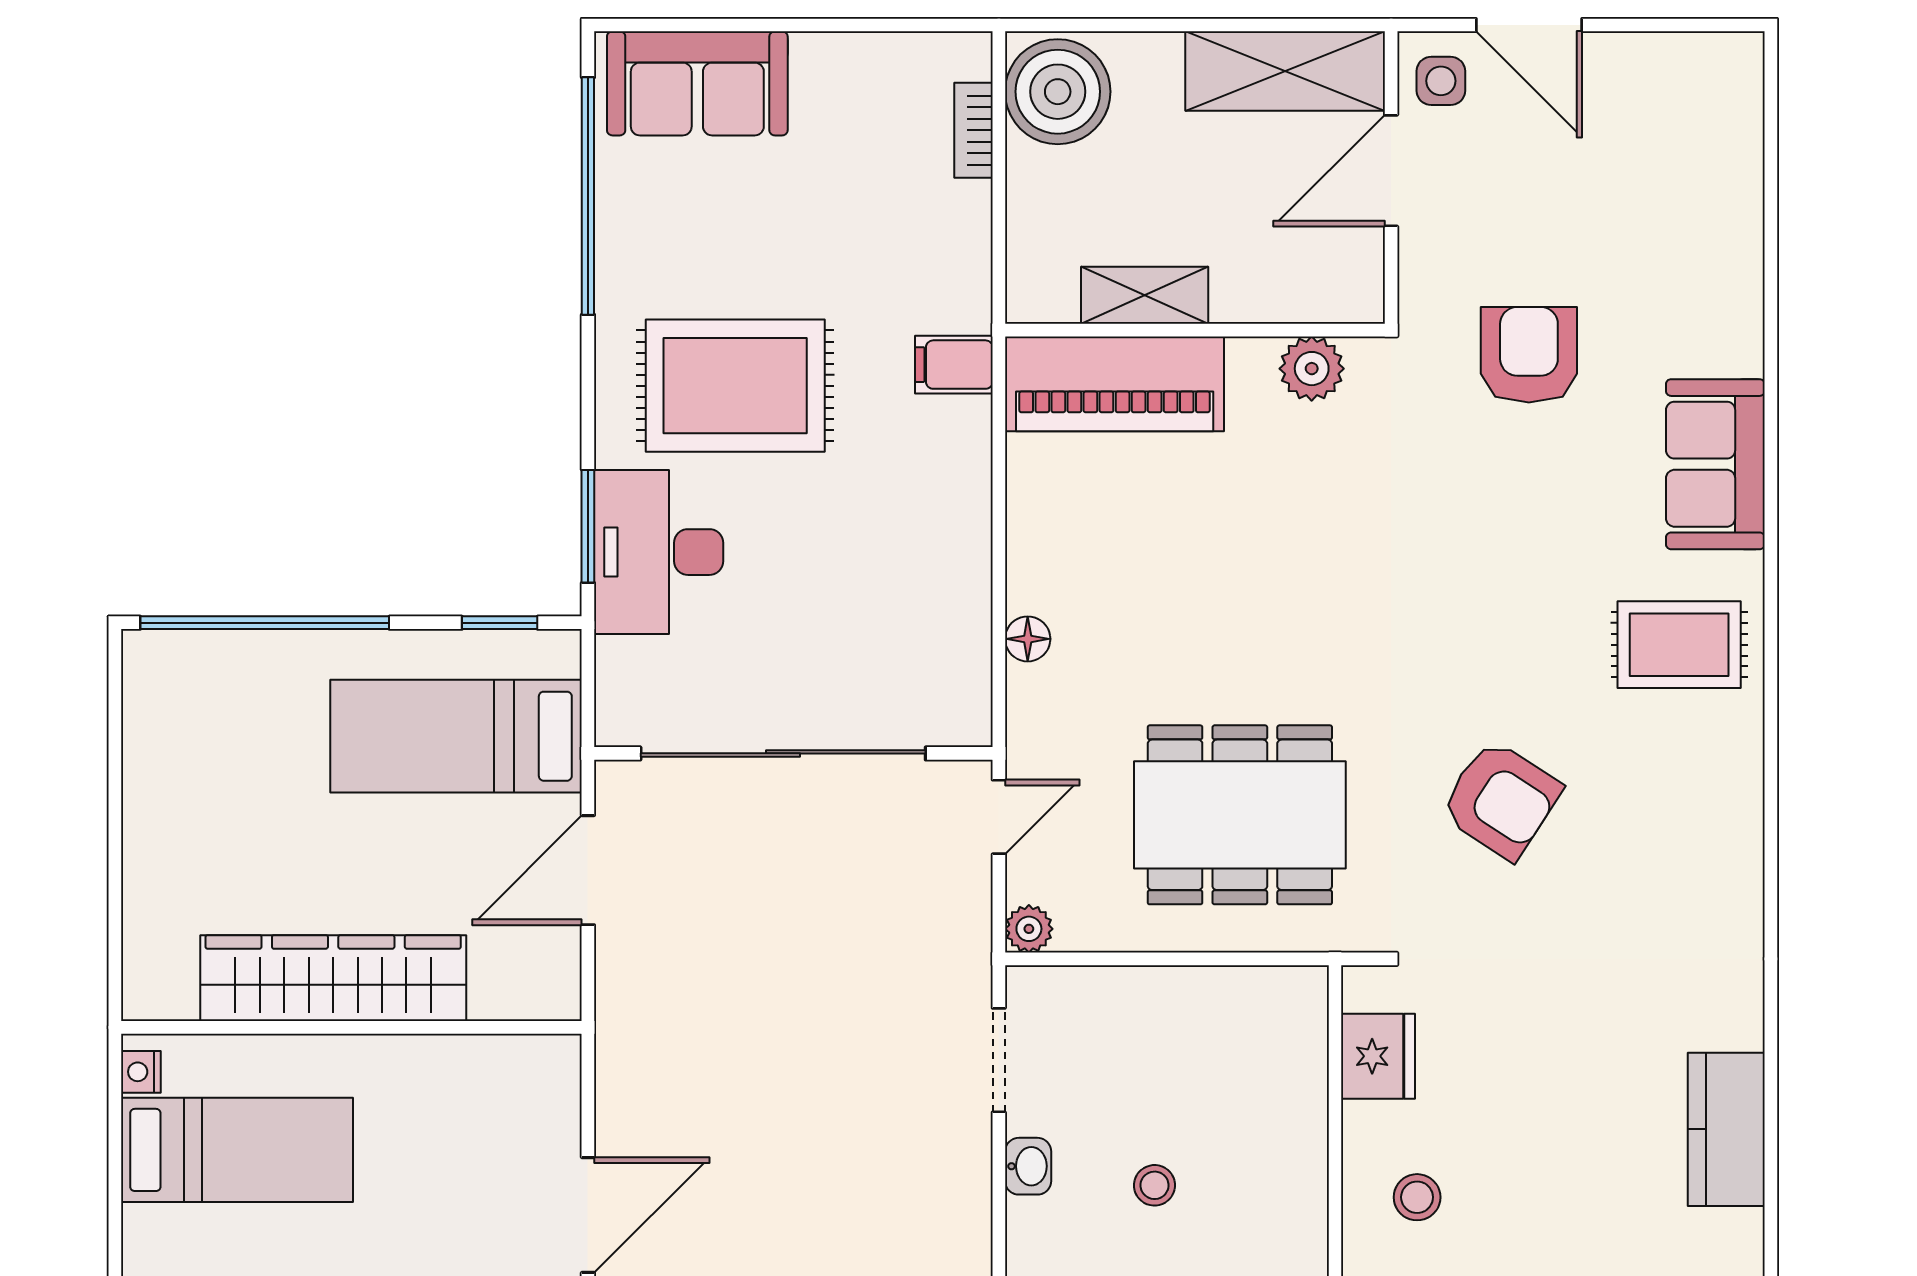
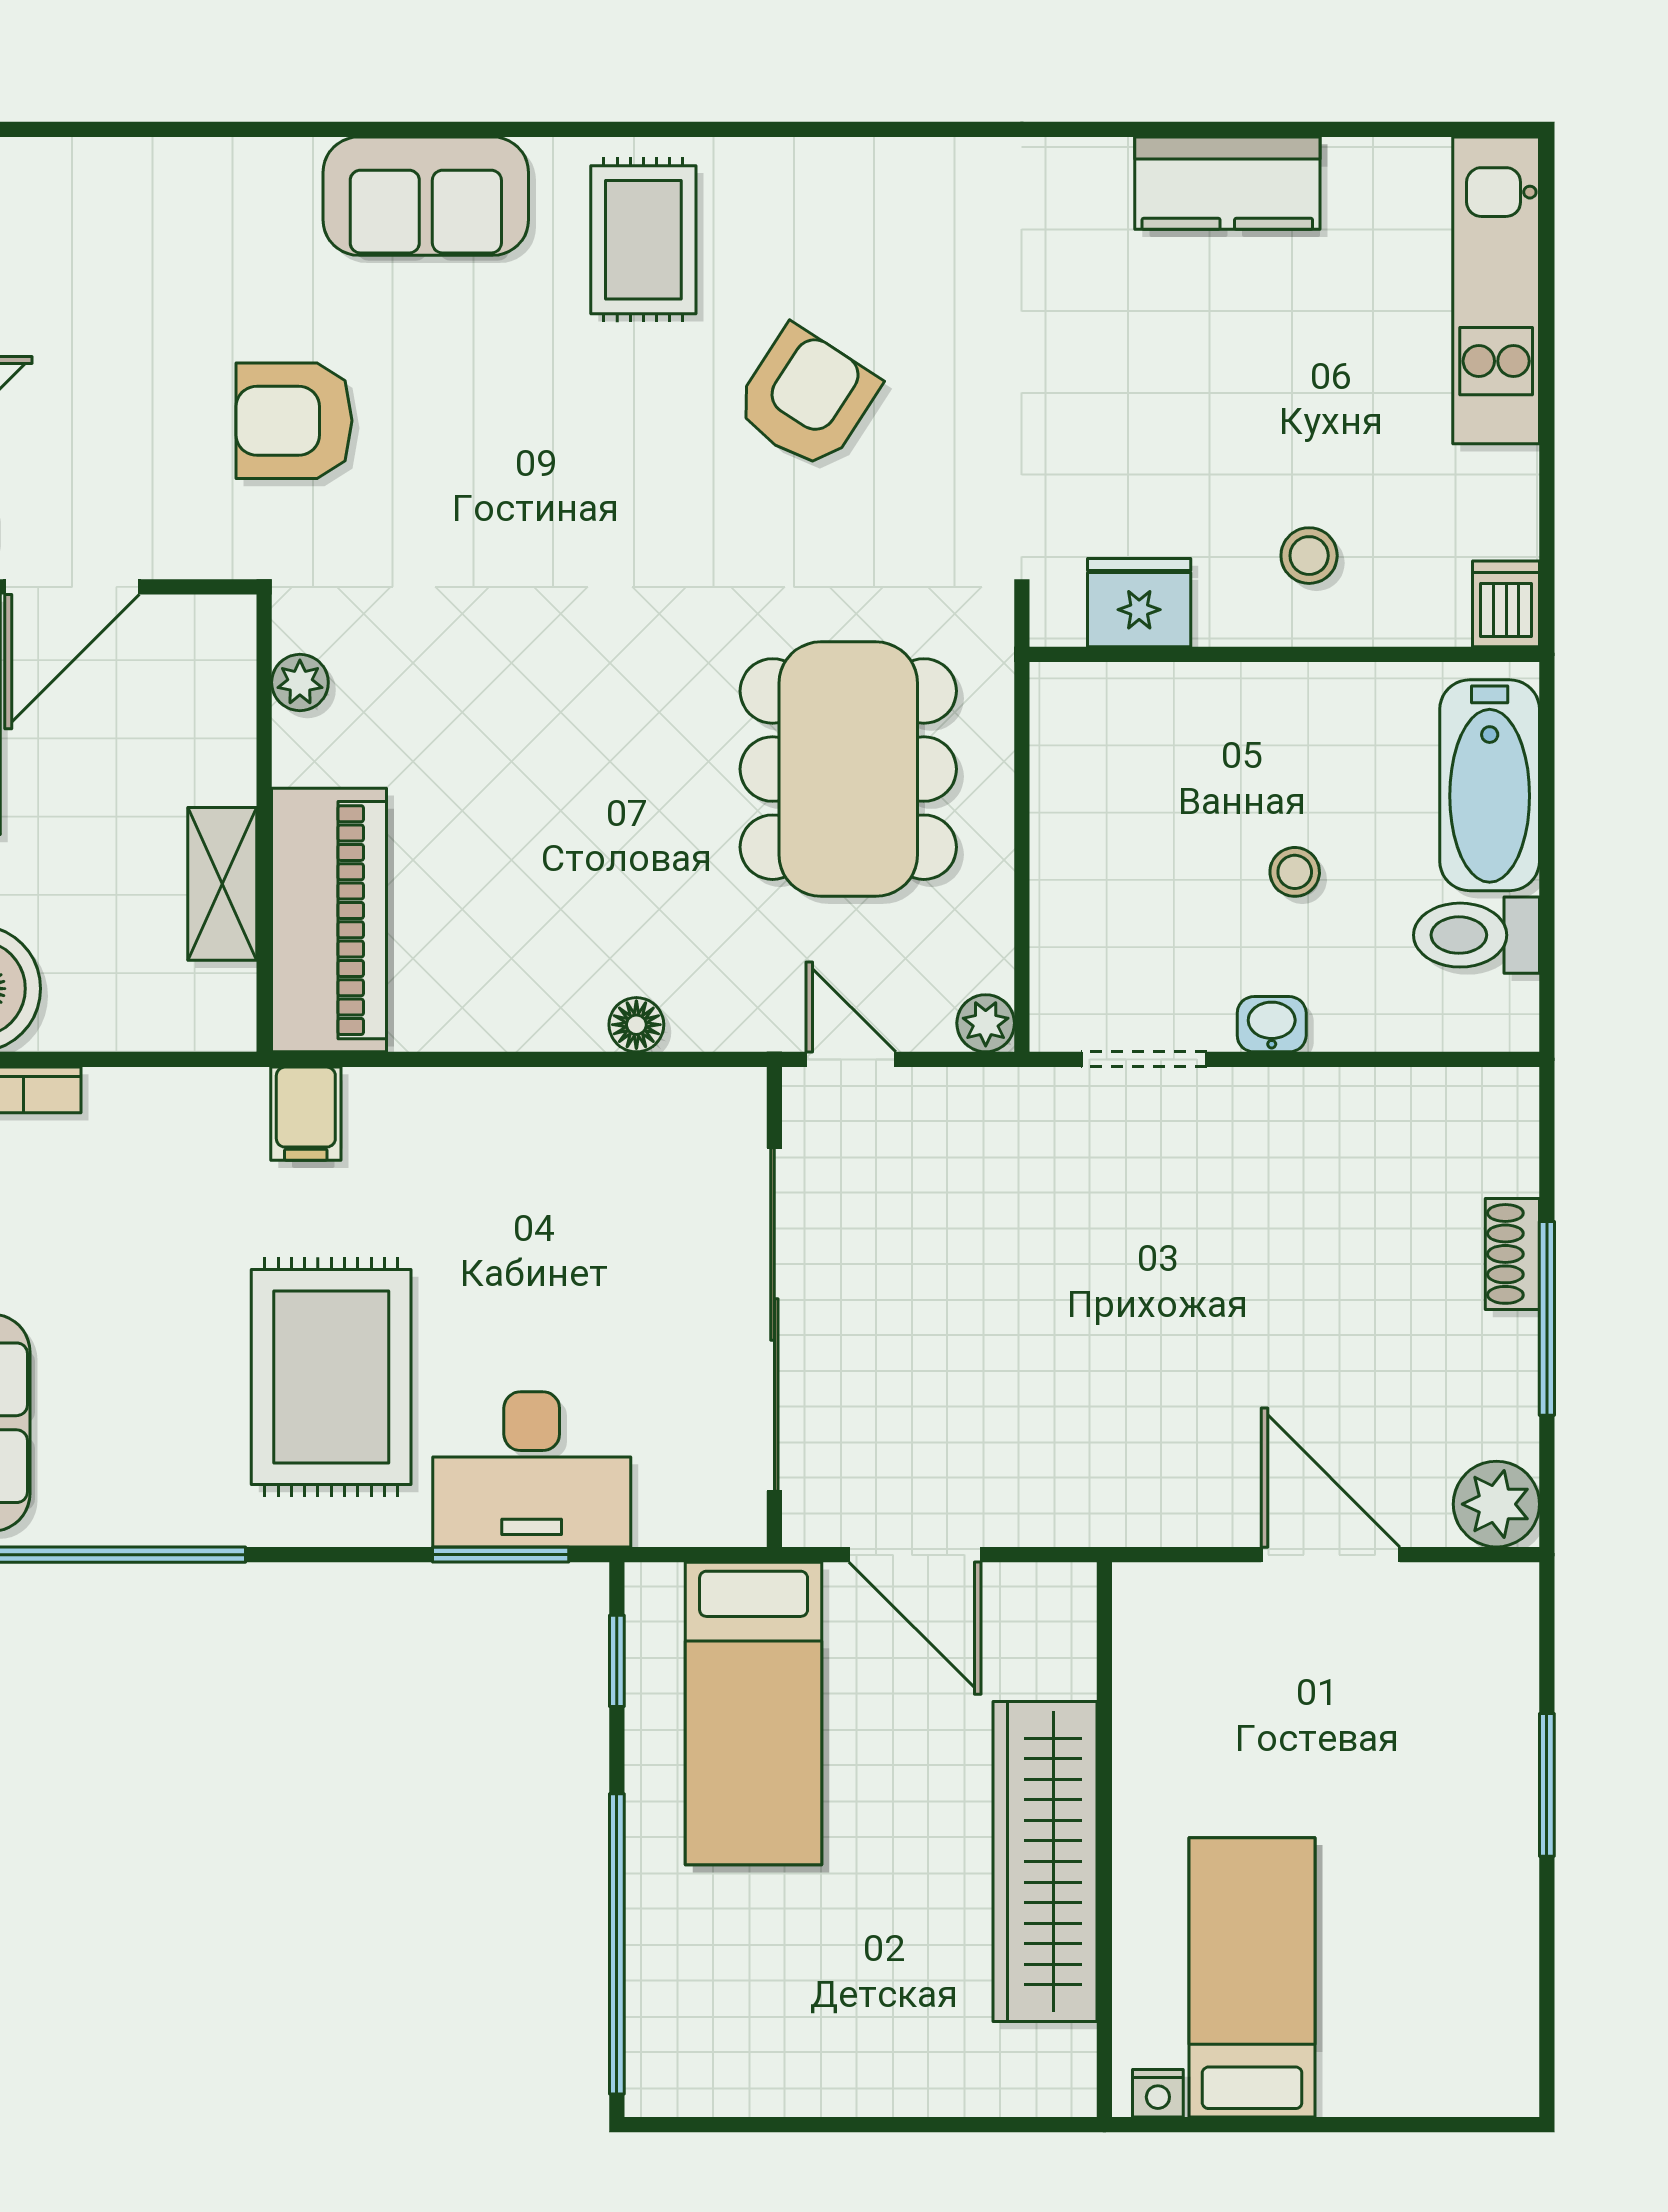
door: (1391, 171) -> (72, 587), hinge flipped
plant: (1312, 369) -> (300, 682), width x0.73, depth x0.73
armchair: (1501, 800) -> (806, 398), moved

